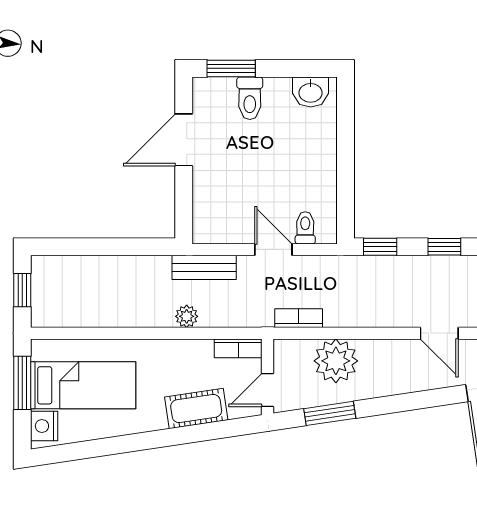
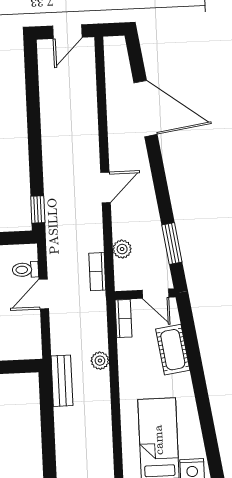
window: (444, 247) -> (35, 158), removed
bench: (204, 267) -> (62, 381), moved
door: (439, 333) -> (106, 187), moved
plant: (336, 361) -> (122, 249), width x0.53, depth x0.53

